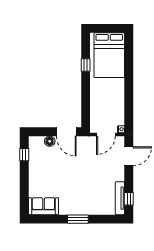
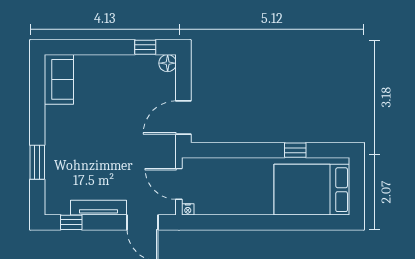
floor lamp: (50, 141) -> (168, 63), moved
tv unit: (120, 198) -> (99, 208), moved
window: (78, 219) -> (37, 162), moved

